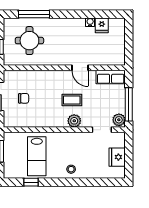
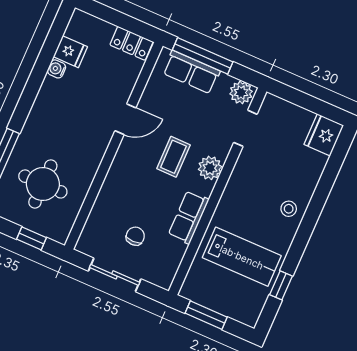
locker: (119, 54) -> (132, 43), added
row of seats: (111, 77) -> (191, 72), moved, turned 90
window: (129, 104) -> (203, 56), moved
row of seats: (45, 121) -> (189, 217), added
fridge: (117, 157) -> (324, 135), moved, turned 90

